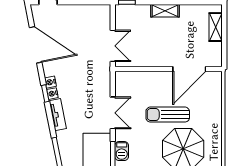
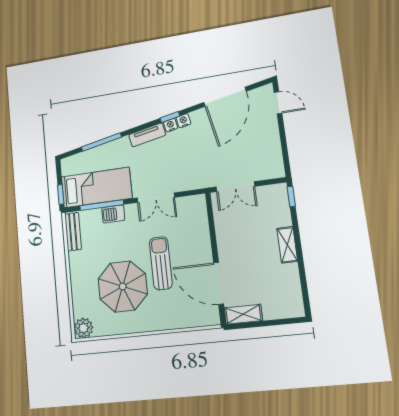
shelving: (216, 27) -> (243, 314), moved

